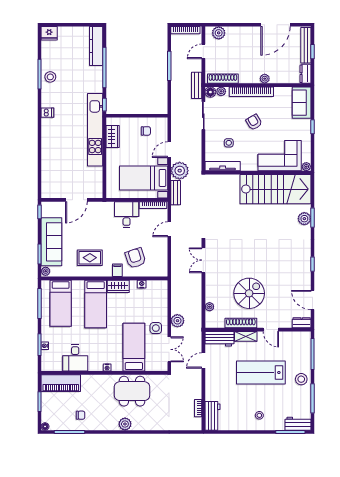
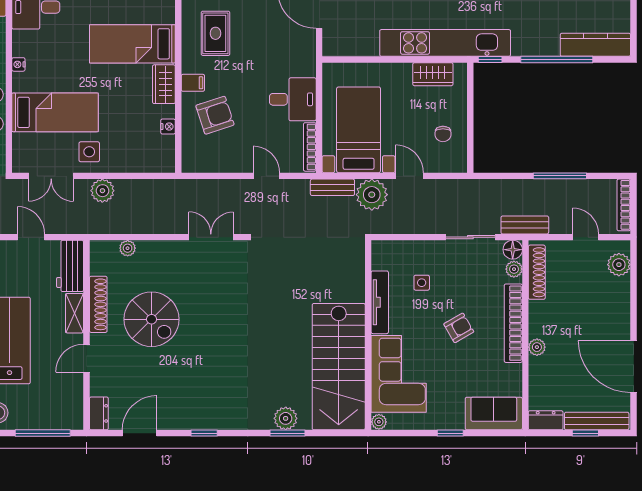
tv unit: (223, 166) -> (380, 302), moved

